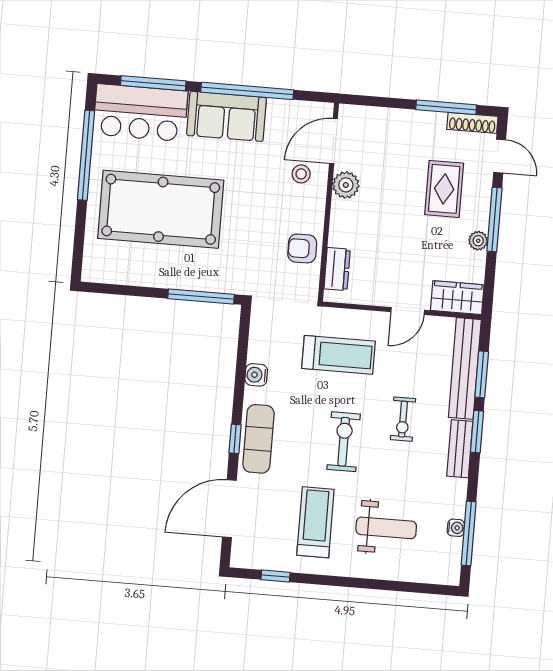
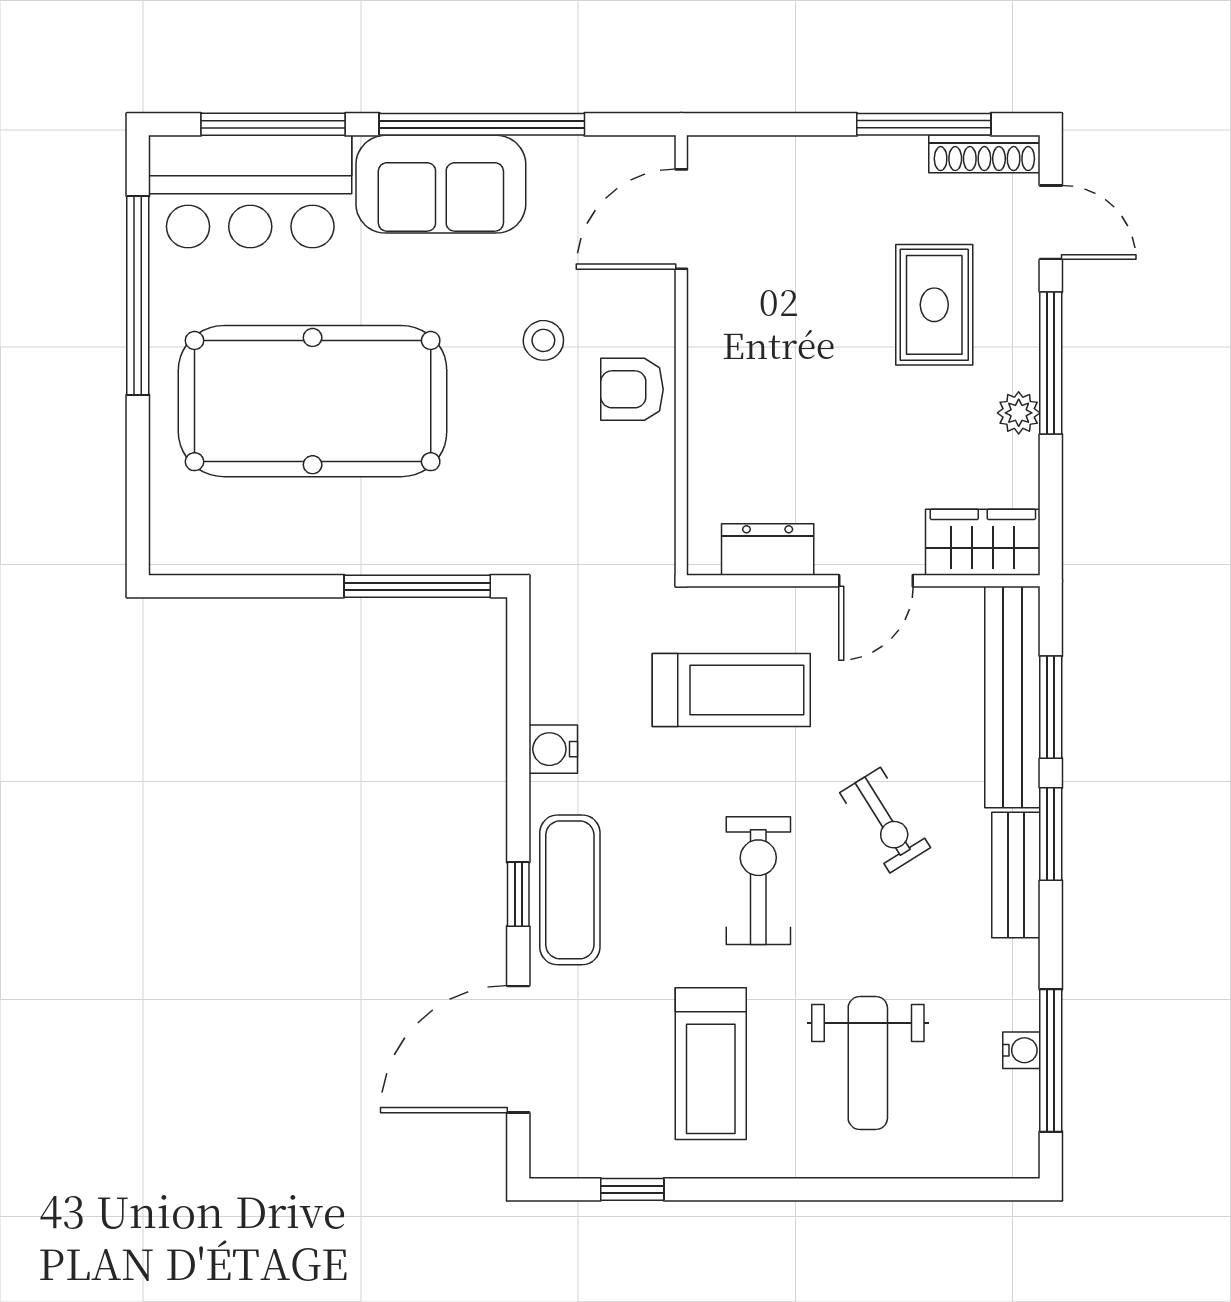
stool: (301, 174) -> (543, 340), moved
plant: (346, 185) -> (717, 314), removed
armchair: (302, 248) -> (632, 389), moved
dresser: (337, 269) -> (768, 549), moved, turned -90
exercise bike: (403, 419) -> (885, 820), turned -32
treadmill: (315, 522) -> (711, 1064), turned 180
weight bench: (386, 528) -> (868, 1063), turned 90

